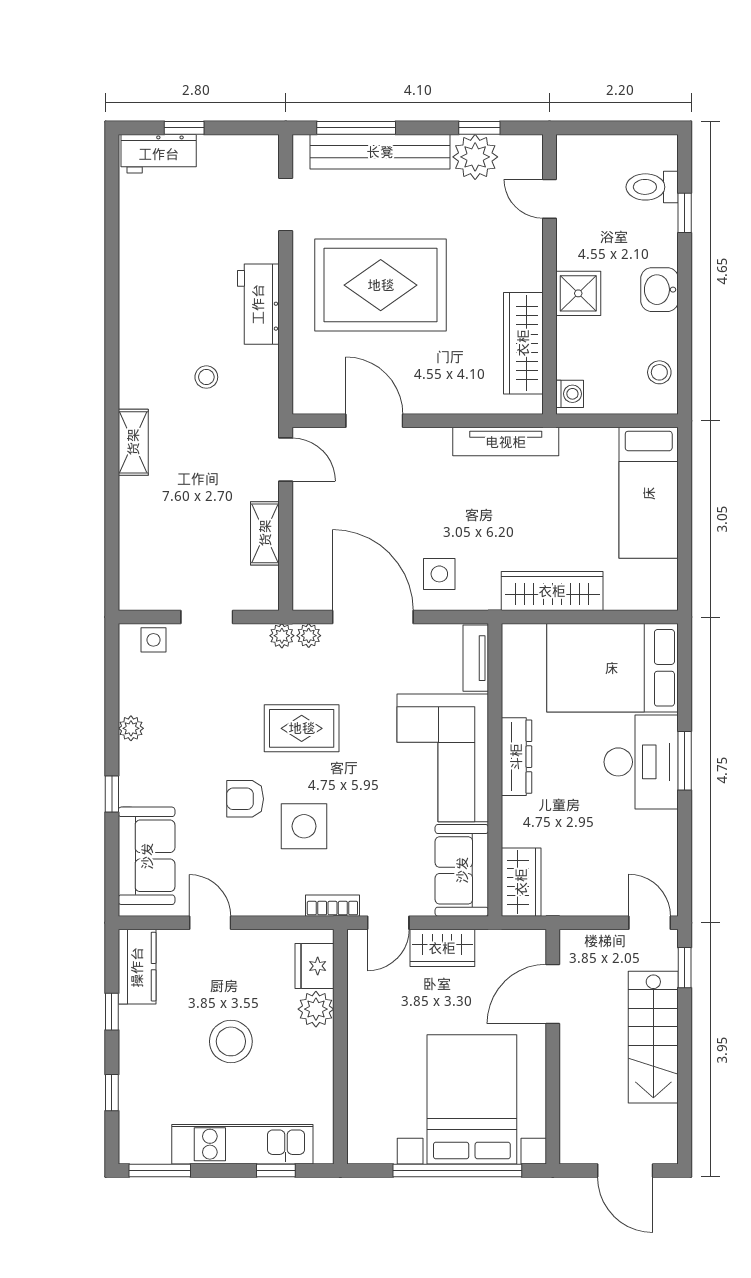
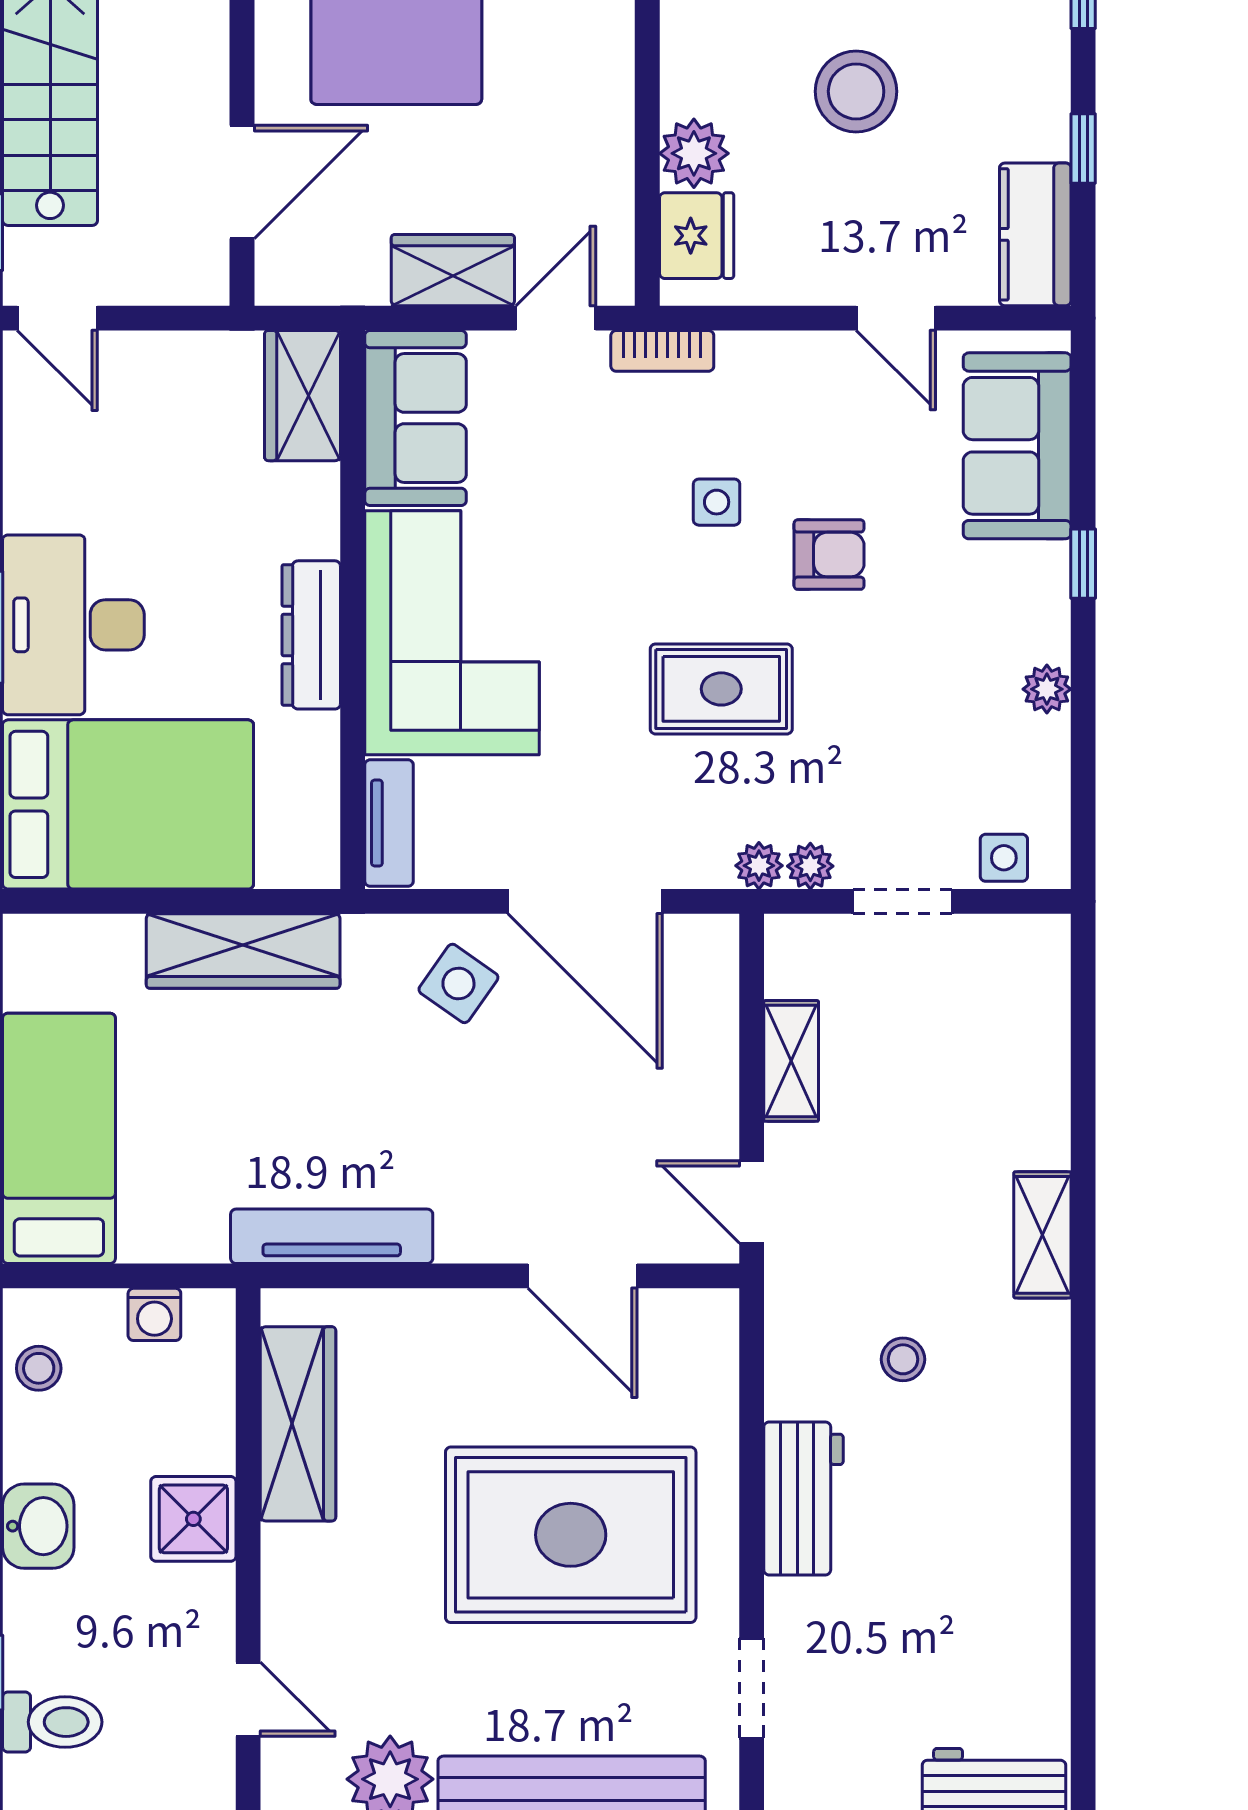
washing machine: (570, 394) -> (154, 1314), moved, turned -90
side table: (439, 574) -> (458, 983), turned 35
plant: (309, 636) -> (810, 866), moved
side table: (304, 826) -> (717, 502), width x0.54, depth x0.54

